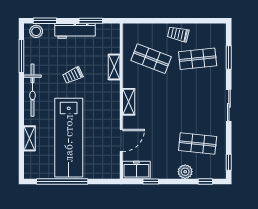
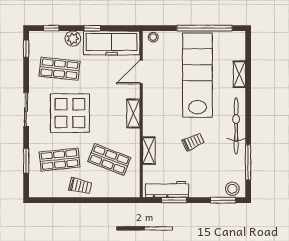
workbench: (75, 31) -> (167, 189), moved
display table: (188, 102) -> (70, 113), added
freezer: (136, 170) -> (112, 43), width x1.91, depth x1.26
stool: (110, 173) -> (153, 37), added
window: (151, 181) -> (92, 28), moved

